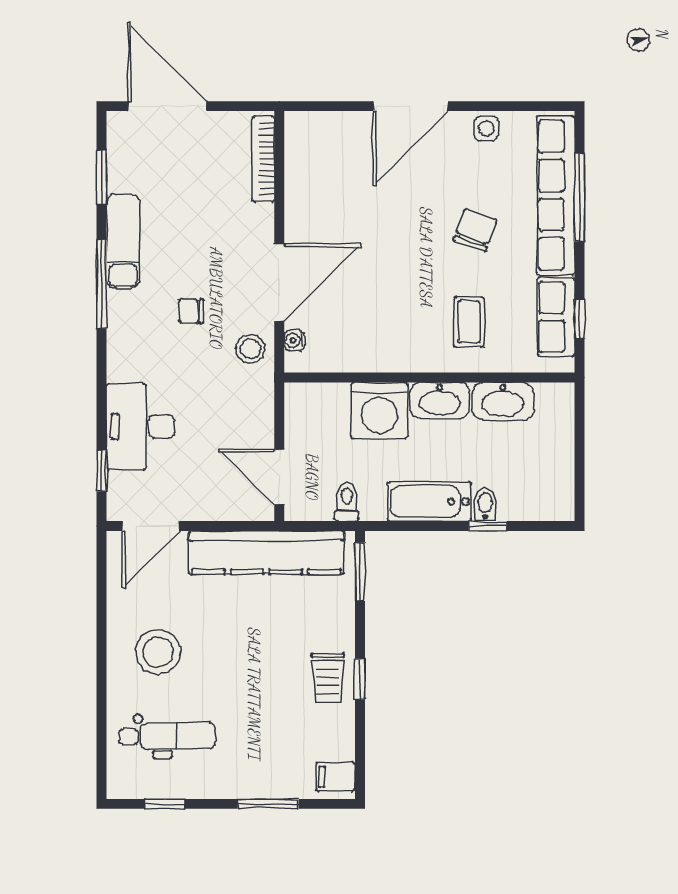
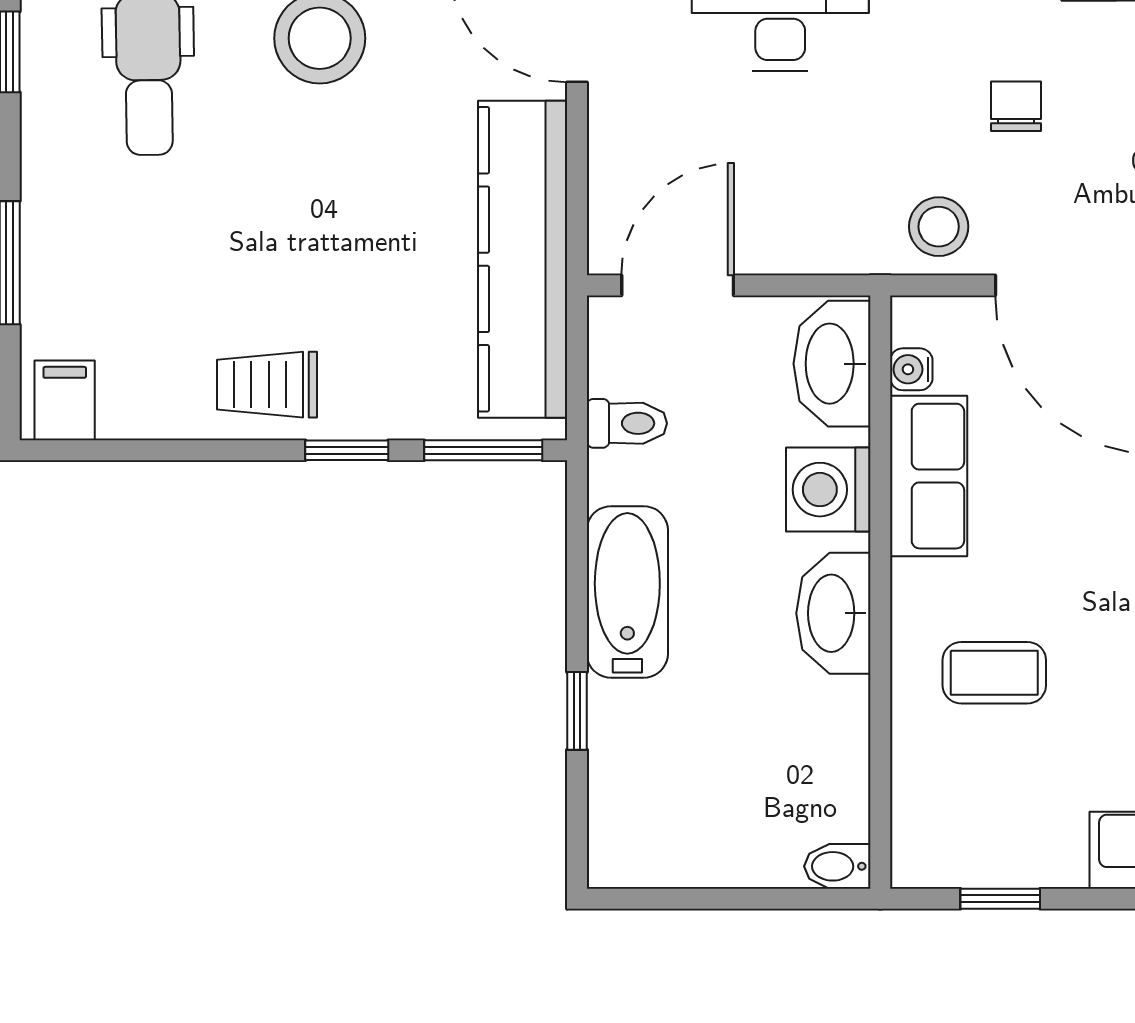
row of seats: (556, 317) -> (929, 476), moved, turned 90
water cooler: (294, 340) -> (911, 369), moved, turned -90
washbasin: (503, 401) -> (832, 364), moved
washing machine: (379, 411) -> (828, 490), width x0.73, depth x0.73
bidet: (485, 505) -> (837, 866), moved, turned 180
window: (360, 679) -> (347, 450), moved

